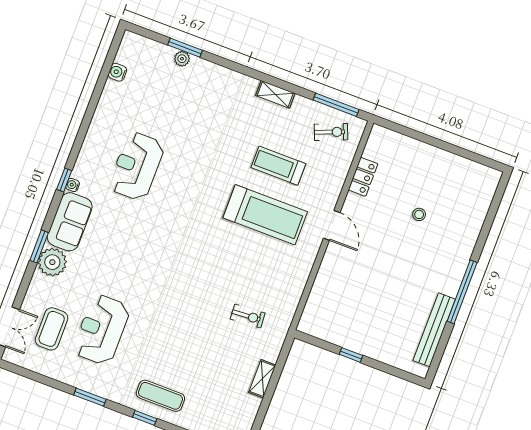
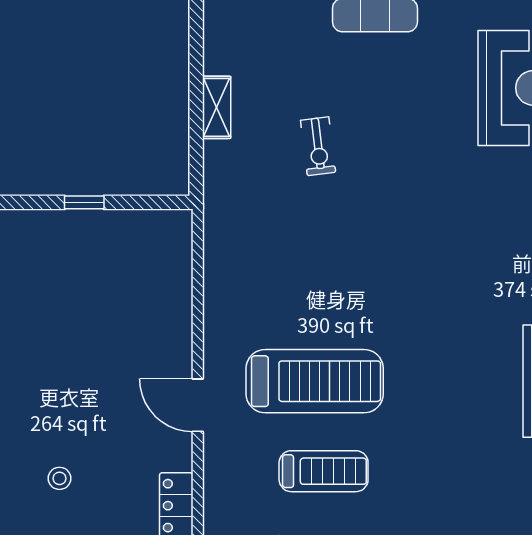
treadmill: (265, 215) -> (315, 381), turned 180
exercise bike: (248, 316) -> (318, 146), moved, turned -93

